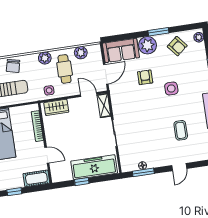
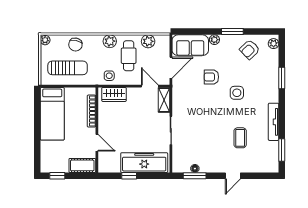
plant: (147, 45) -> (214, 40), width x0.53, depth x0.53
armchair: (177, 46) -> (250, 50), turned 85
armchair: (145, 77) -> (211, 77), turned -90

